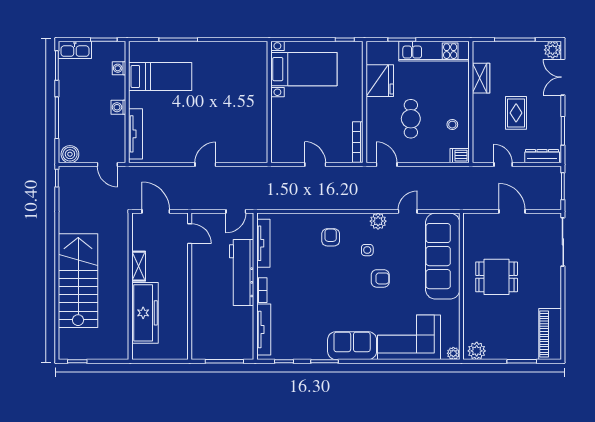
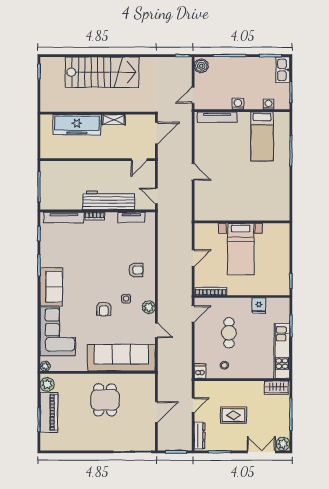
bed with nightstands: (304, 69) -> (241, 249), moved
wardrobe: (481, 78) -> (276, 388), moved
fridge: (380, 81) -> (259, 306), width x0.53, depth x0.75
cafe table: (411, 119) -> (229, 333), turned 90
tv unit: (263, 243) -> (131, 217), width x0.71
piano: (550, 334) -> (49, 412), moved, turned 90

